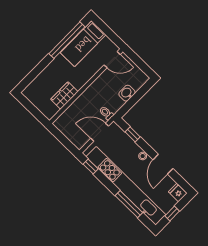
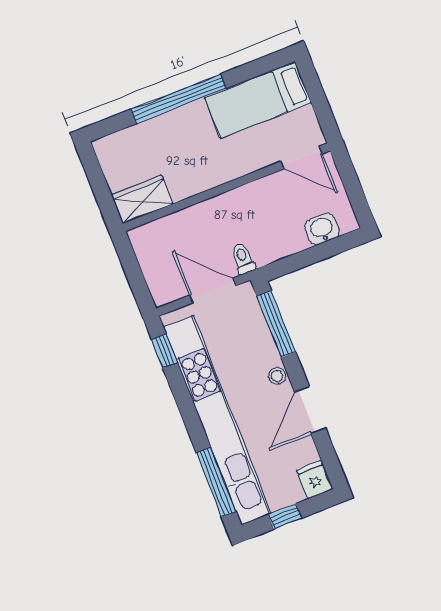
window: (67, 40) -> (178, 99), moved
washbasin: (127, 93) -> (322, 229), moved
wardrobe: (64, 95) -> (142, 199), moved
window: (133, 134) -> (276, 324), width x2.17
window: (129, 204) -> (216, 482), moved

